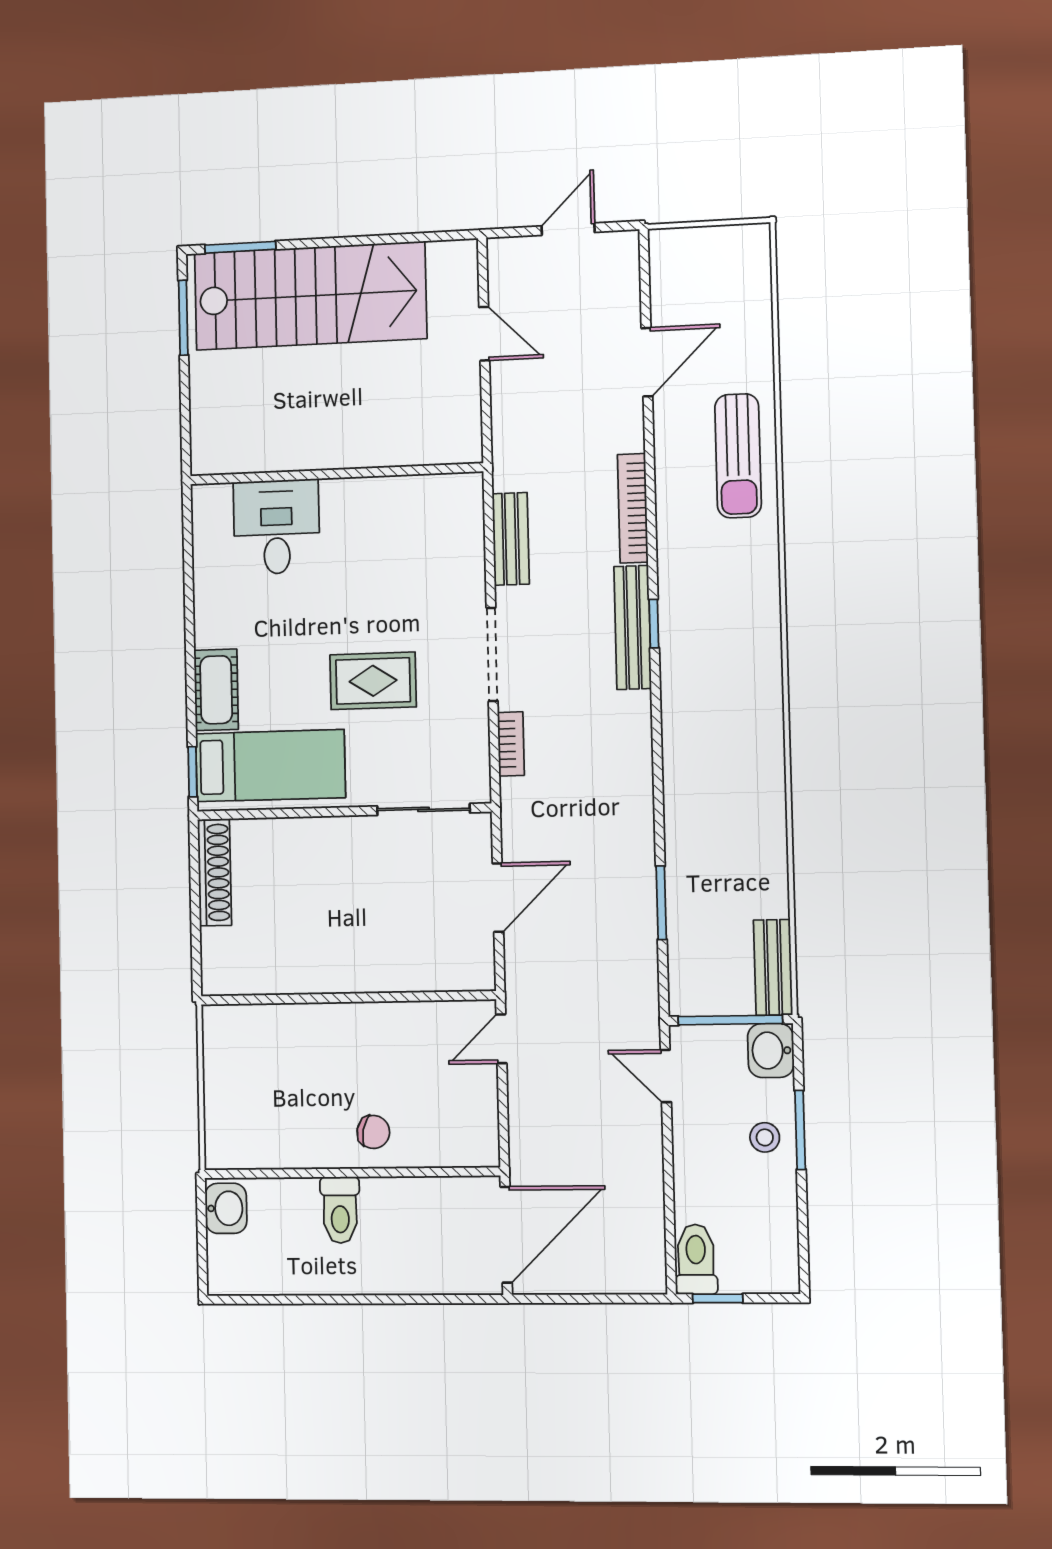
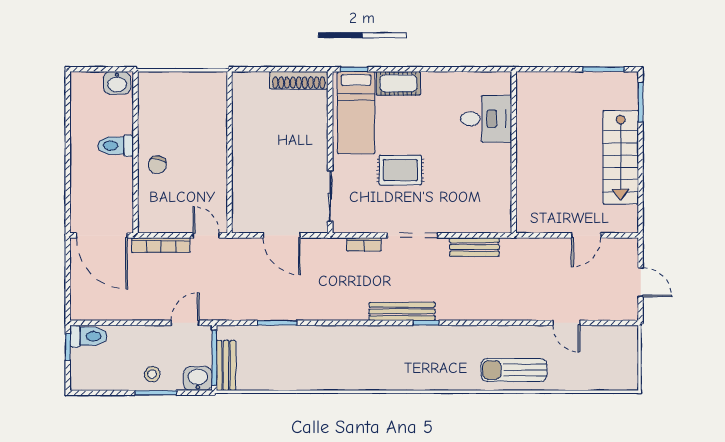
stairs: (310, 296) -> (621, 157), width x0.73, depth x0.66
door: (647, 362) -> (566, 323), width x0.73
bookcase: (633, 508) -> (161, 245), moved, turned 180
bench: (633, 627) -> (402, 311), moved
rug: (373, 681) -> (400, 170), turned 90
bench: (773, 967) -> (226, 365), moved, turned 90

